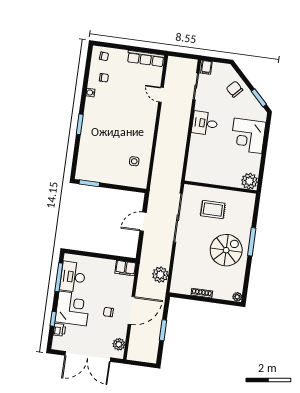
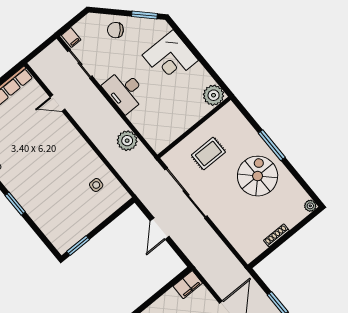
desk: (205, 123) -> (125, 91), width x1.37
plant: (160, 275) -> (127, 141), moved

